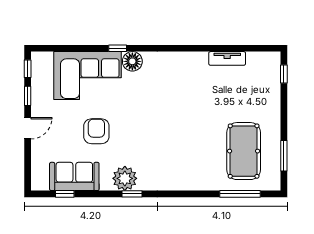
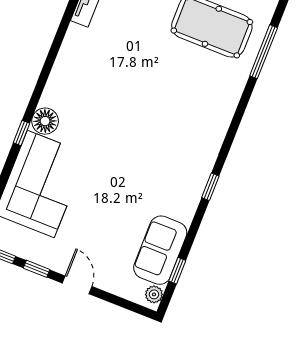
armchair: (96, 131) -> (115, 200), removed
plant: (125, 178) -> (154, 294), moved, width x0.53, depth x0.53

